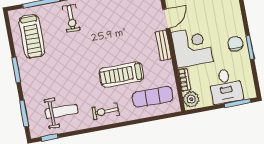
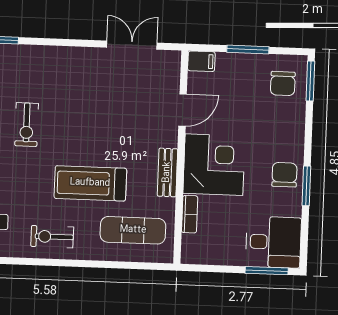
exercise bike: (71, 18) -> (27, 125), moved
bench: (163, 45) -> (167, 172), moved
desk: (226, 86) -> (273, 242), moved, turned -90
plant: (191, 99) -> (194, 248), removed

